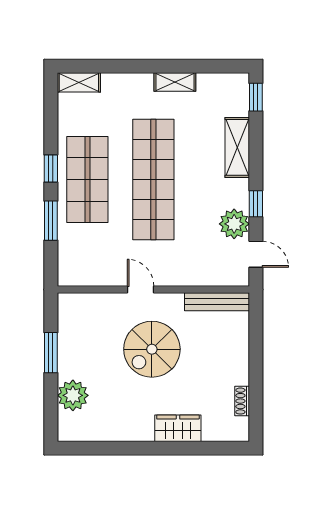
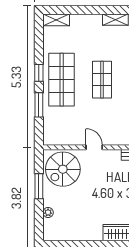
shop shelf: (153, 179) -> (102, 80), width x0.50, depth x0.74
spiral stairs: (152, 349) -> (63, 169), moved
plant: (73, 395) -> (48, 212), width x0.53, depth x0.53

